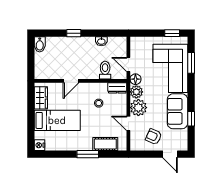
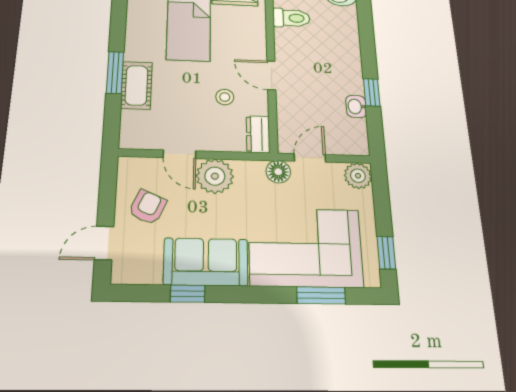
window: (74, 33) -> (372, 92), moved
toilet: (105, 70) -> (291, 18), moved
door: (71, 81) -> (271, 75), moved
plant: (136, 92) -> (358, 176), moved
door: (128, 123) -> (180, 154), swing flipped
cot: (105, 144) -> (136, 85), moved

